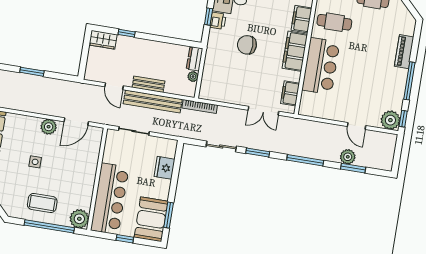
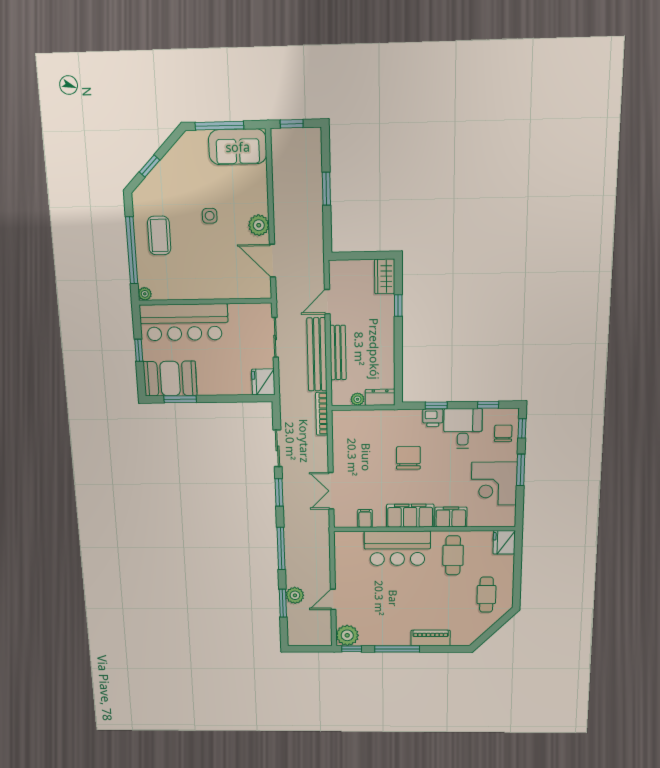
bench: (148, 84) -> (338, 353), width x1.36
filing cabinet: (290, 93) -> (365, 518), width x0.50
fridge: (165, 168) -> (263, 382), moved, turned -90
plant: (79, 219) -> (145, 294), width x0.53, depth x0.53

